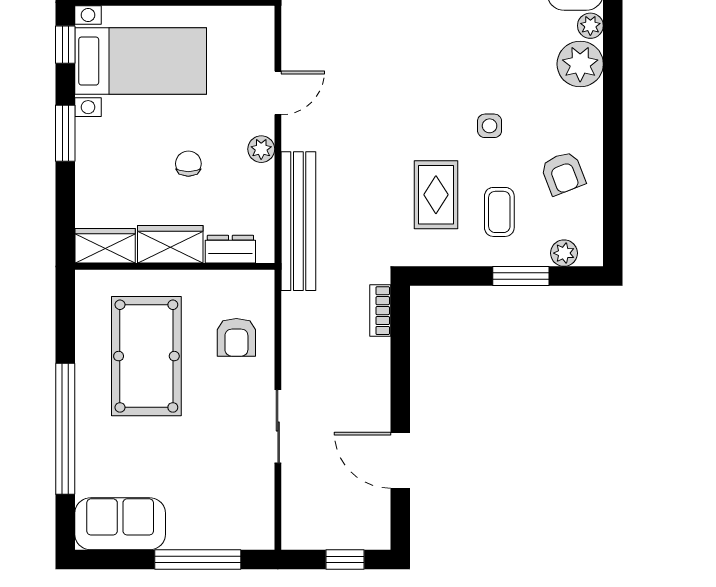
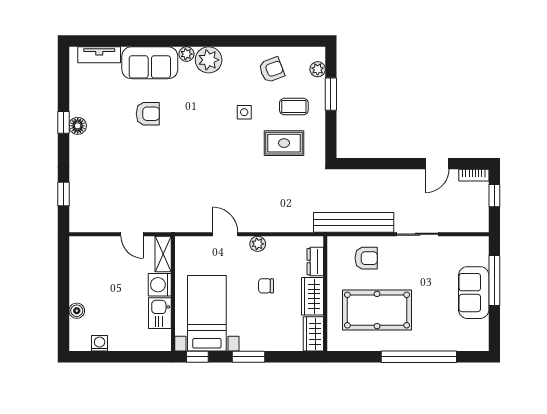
bench: (298, 221) -> (354, 222), moved
bookcase: (380, 311) -> (474, 175), moved
door: (400, 460) -> (437, 164), width x0.73
sofa: (120, 524) -> (474, 293), moved

